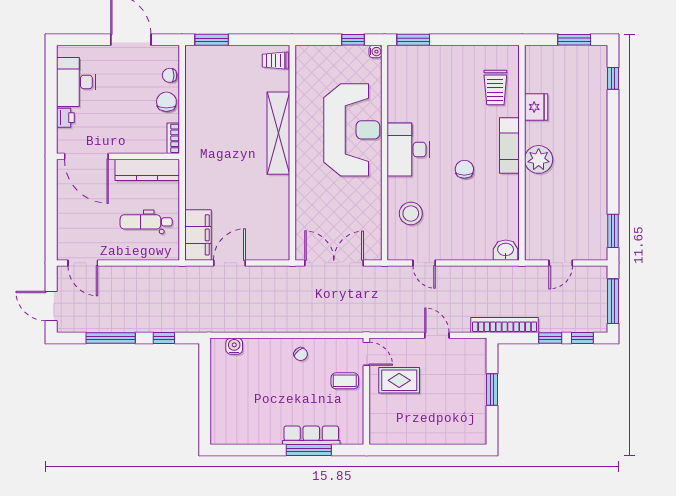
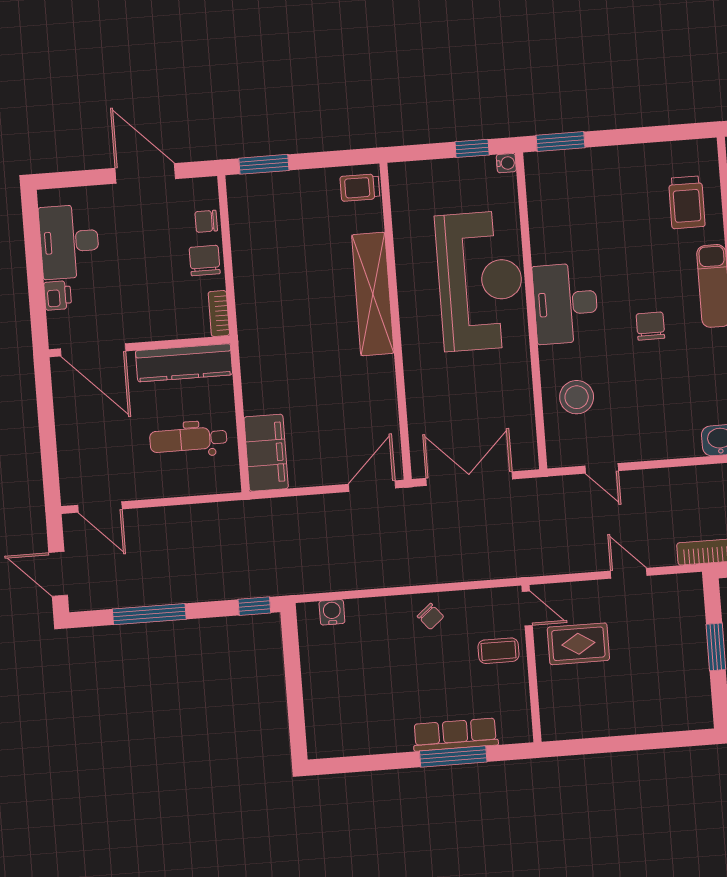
door: (229, 263) -> (372, 486), moved
window: (164, 338) -> (254, 606), moved

